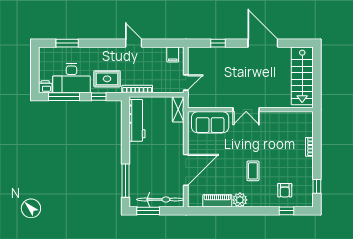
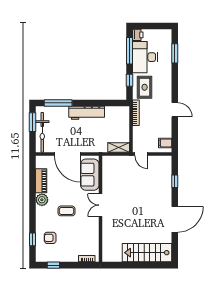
door: (134, 43) -> (175, 110), hinge flipped
double door: (246, 110) -> (101, 205), moved
wall: (250, 110) -> (101, 209), moved
workbench: (137, 120) -> (87, 113), moved
sofa: (210, 122) -> (90, 175), moved

